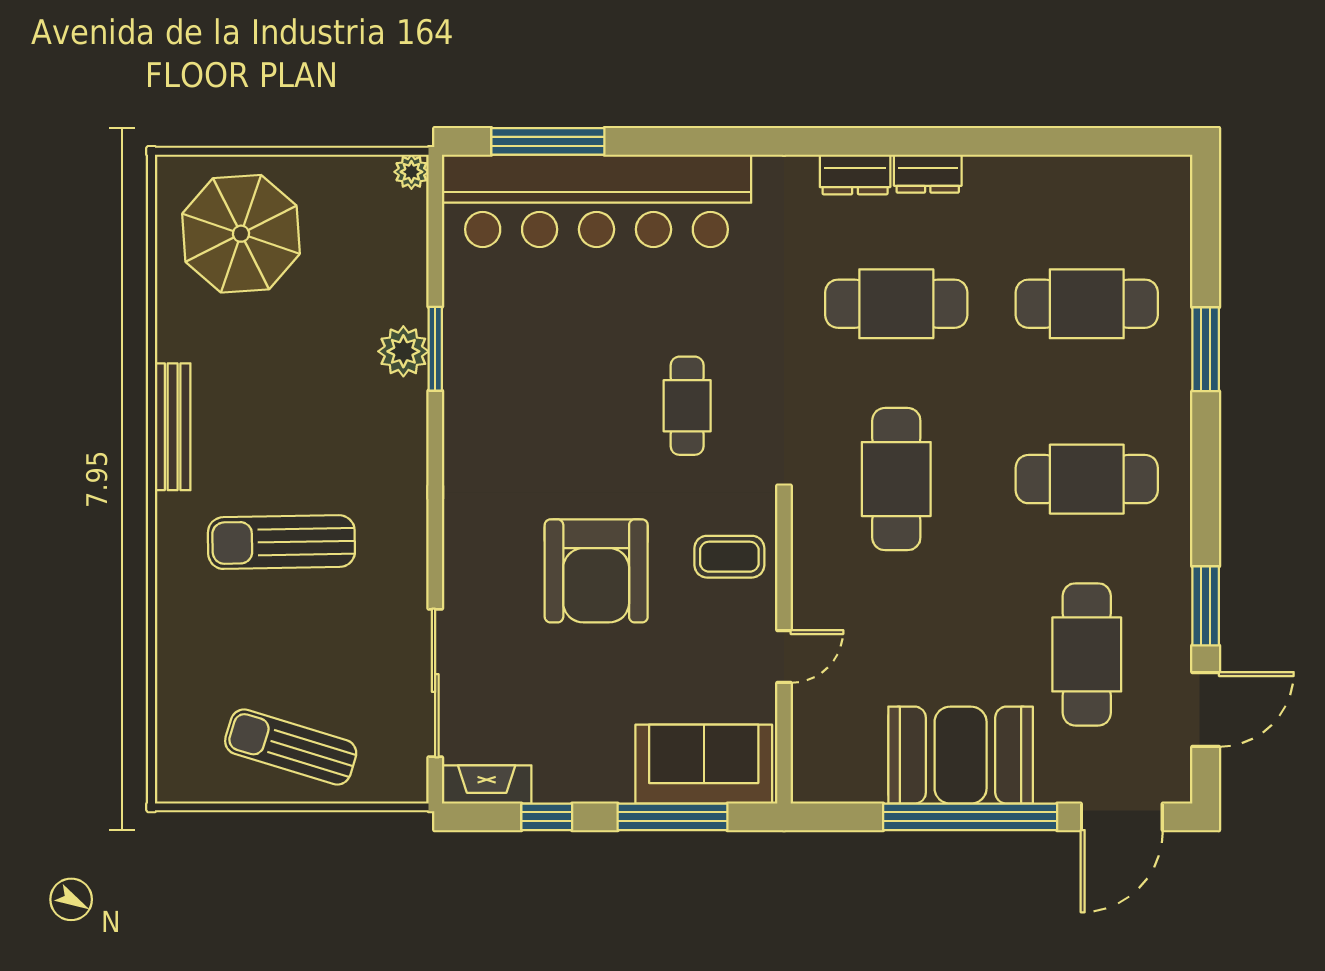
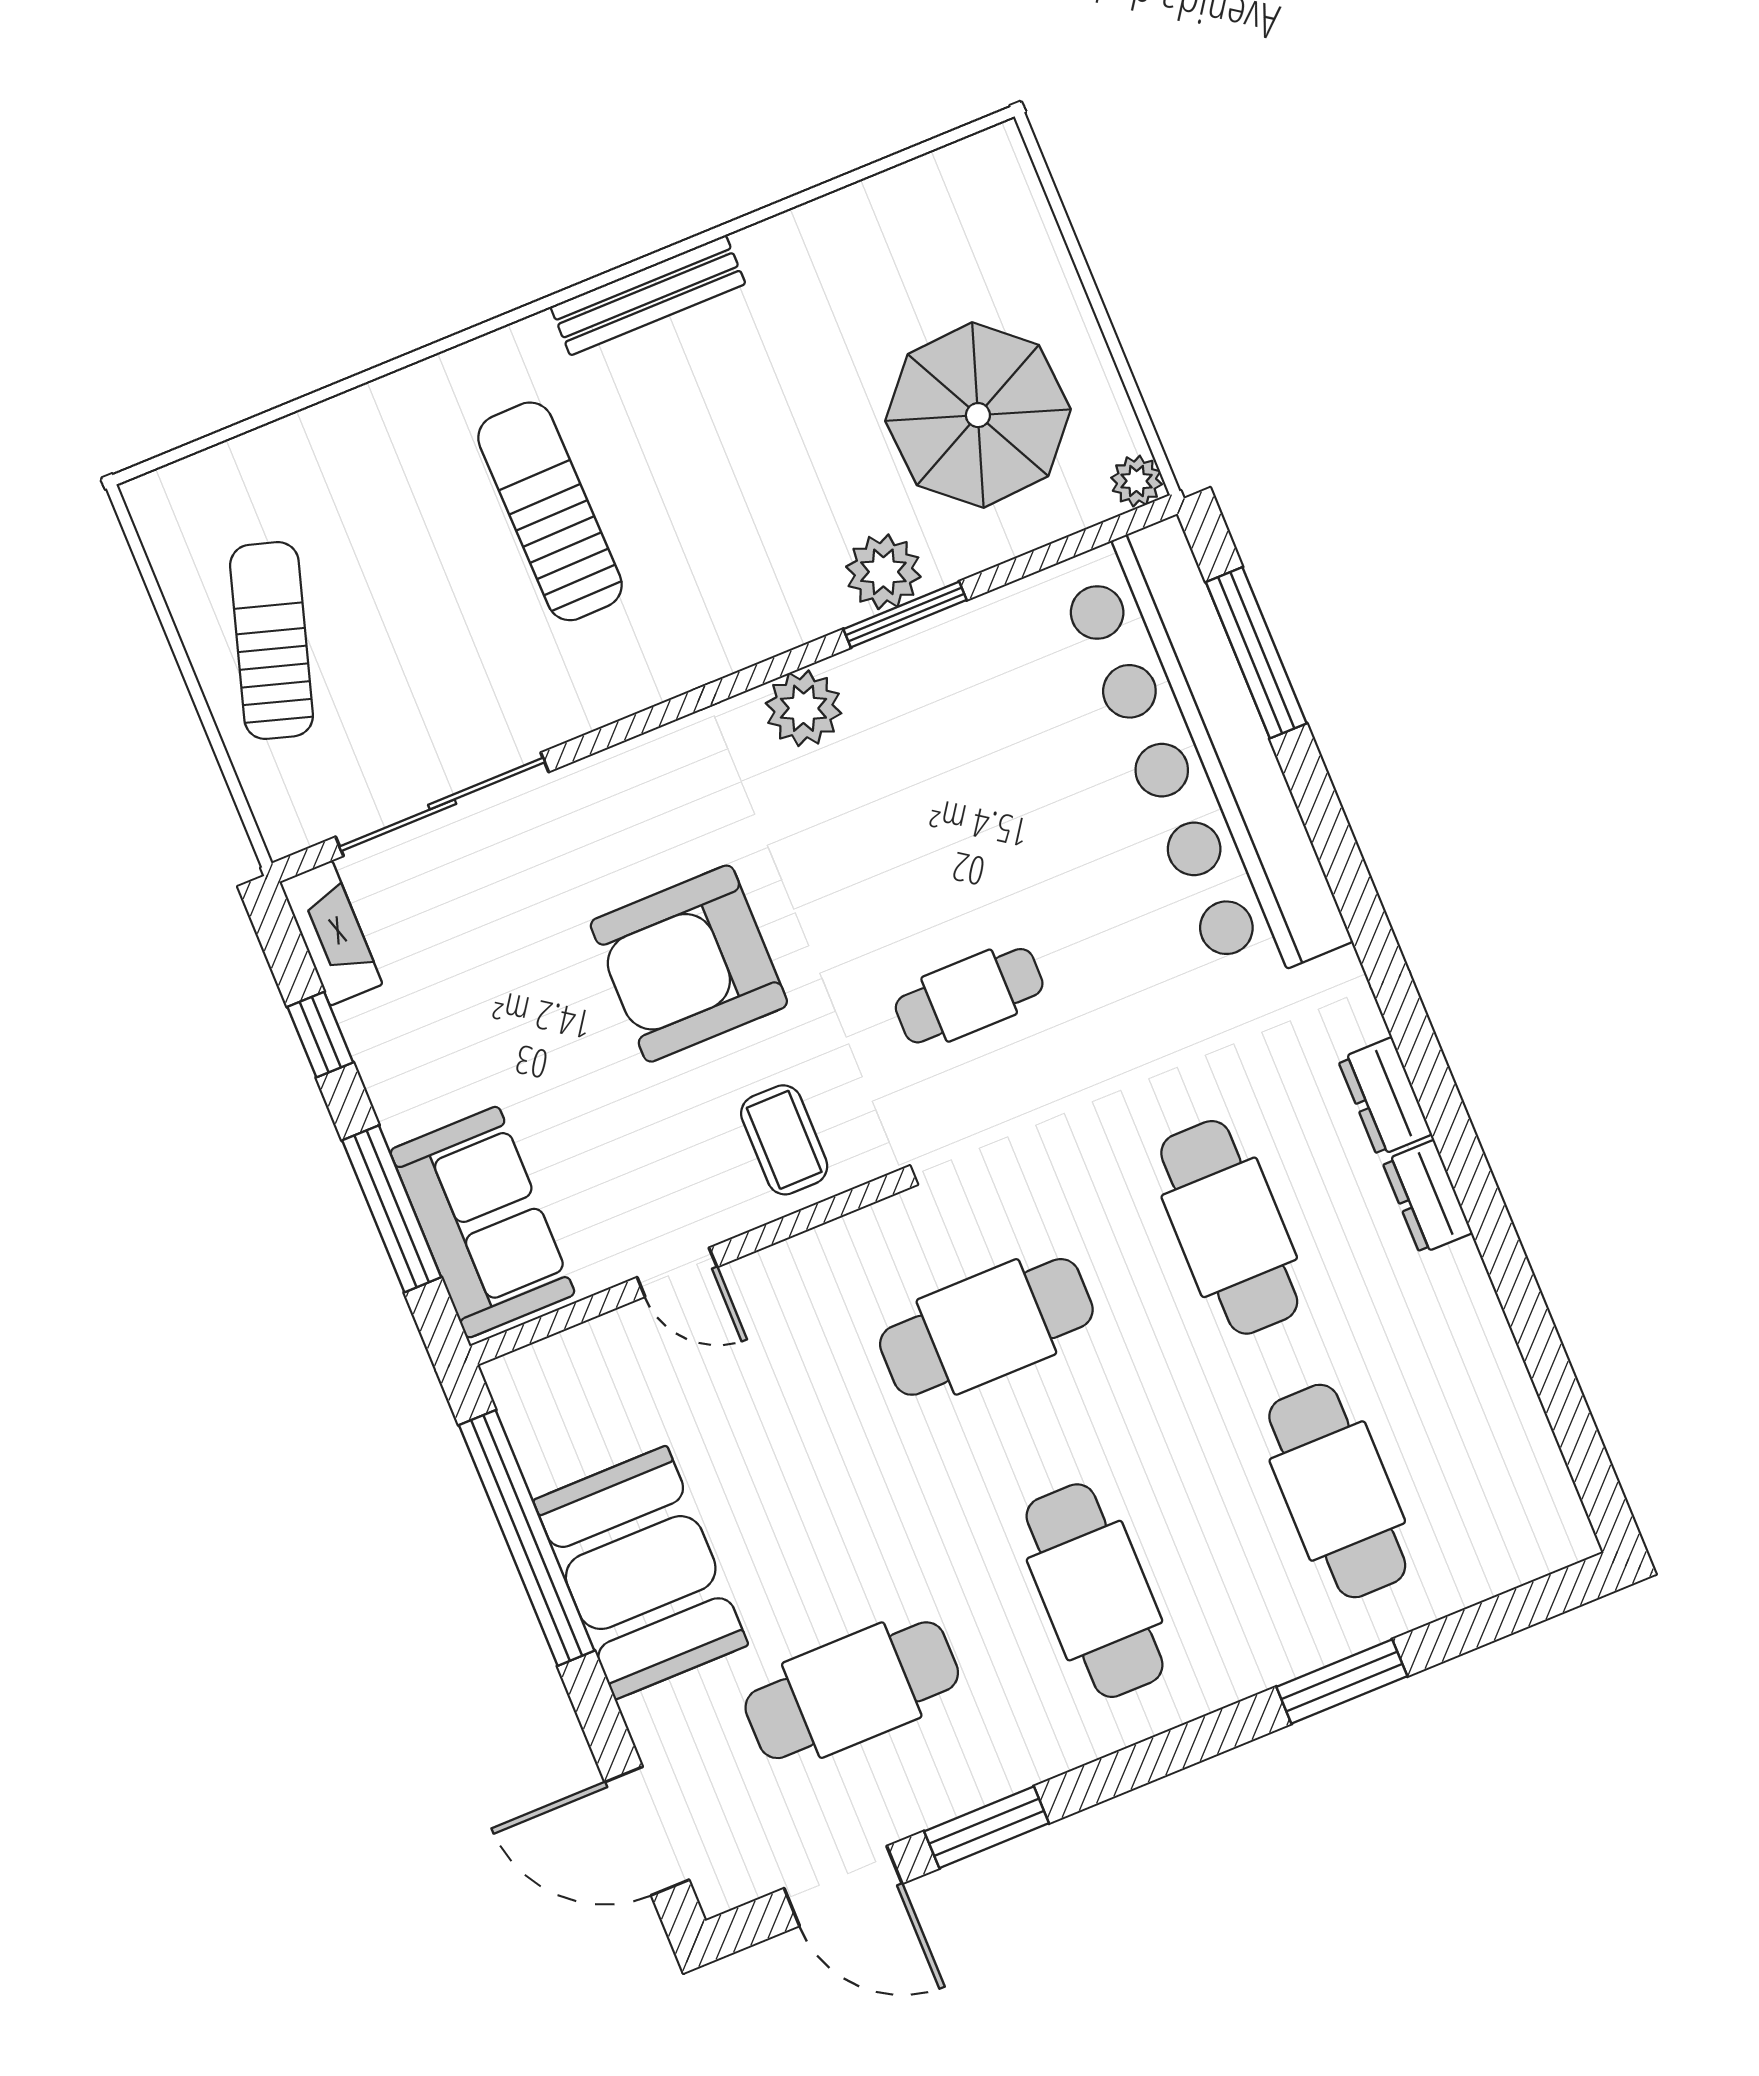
parasol: (241, 234) -> (978, 415), moved
plant: (467, 435) -> (803, 708), added
window: (970, 817) -> (527, 1538), moved

